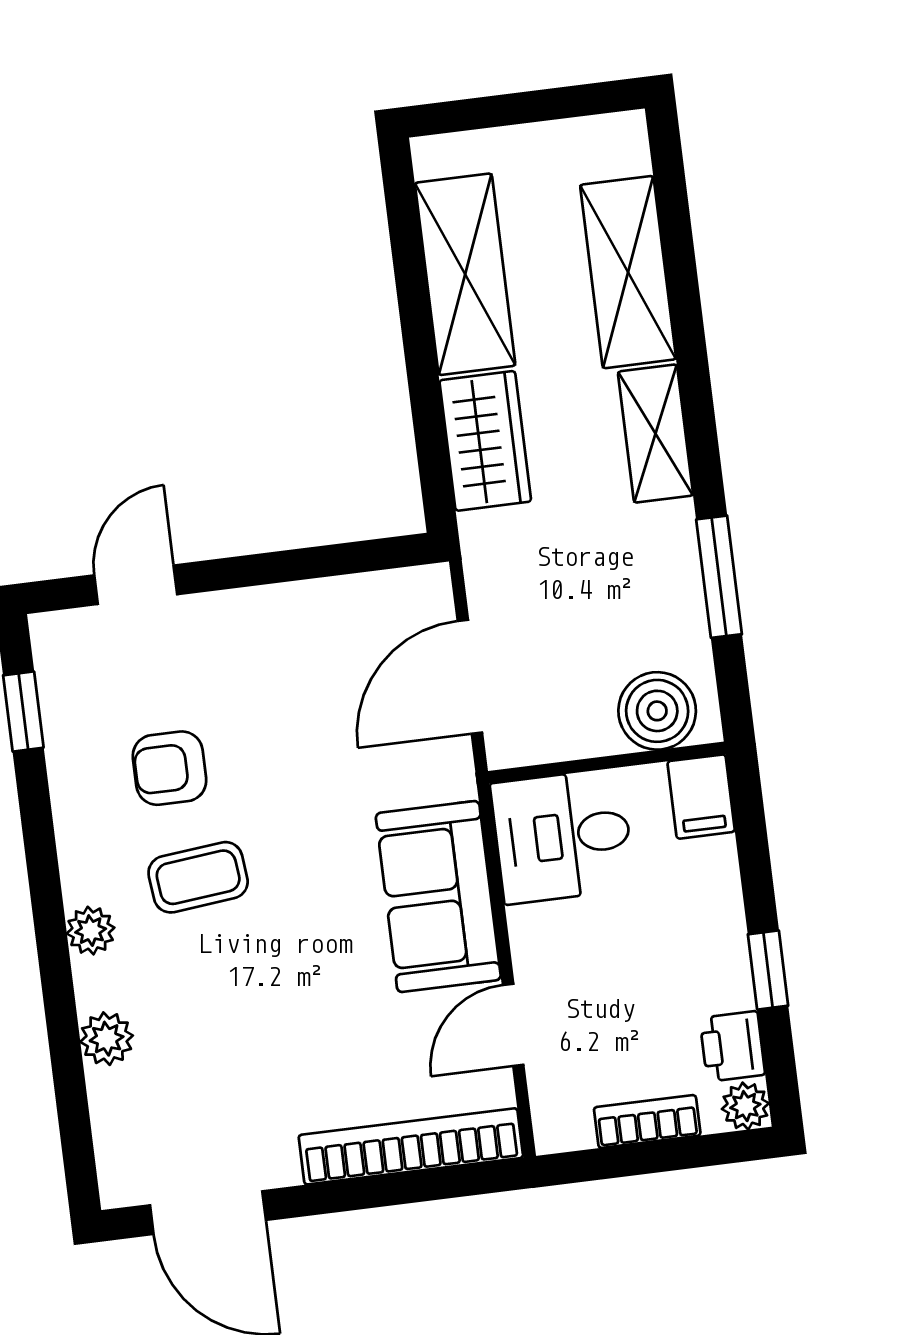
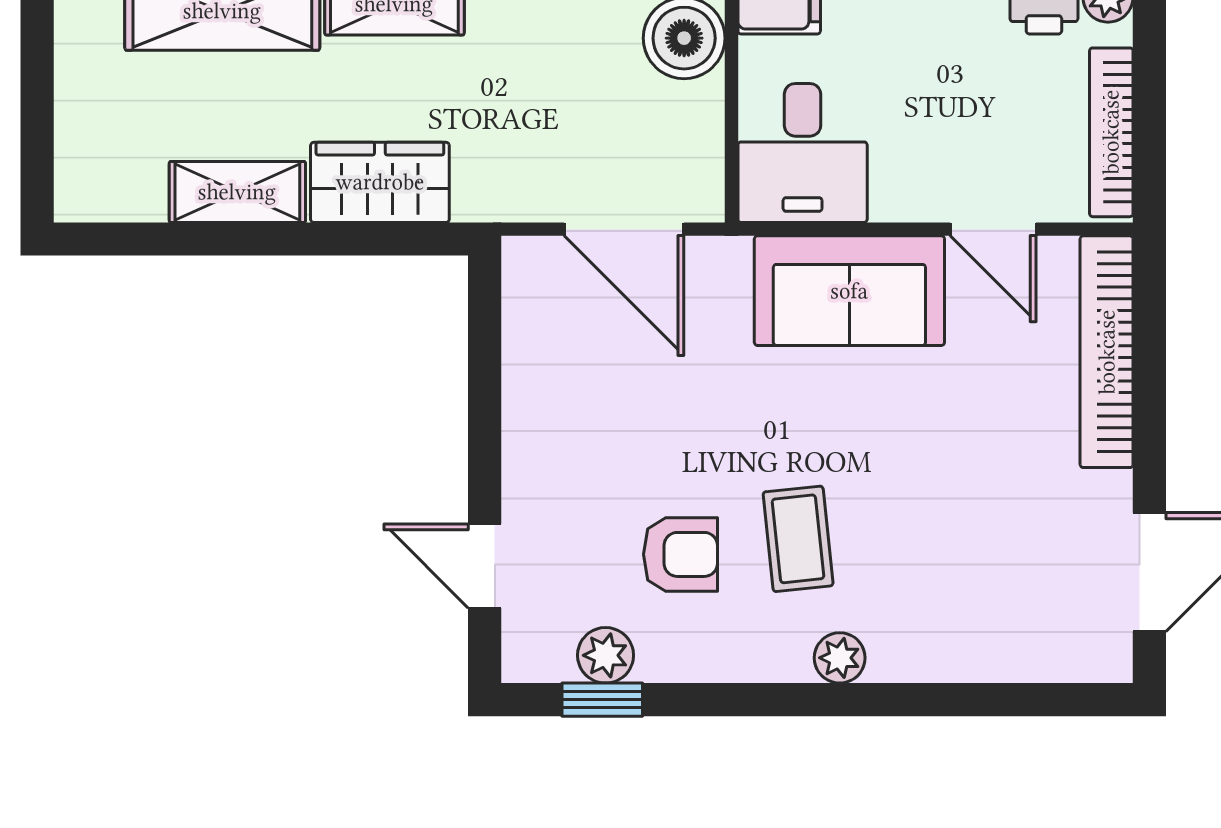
shelving: (465, 274) -> (237, 192), width x0.67, depth x0.75
armchair: (170, 768) -> (680, 554), turned -90
plant: (107, 1039) -> (606, 655), moved
bookcase: (647, 1121) -> (1111, 132), width x1.56

